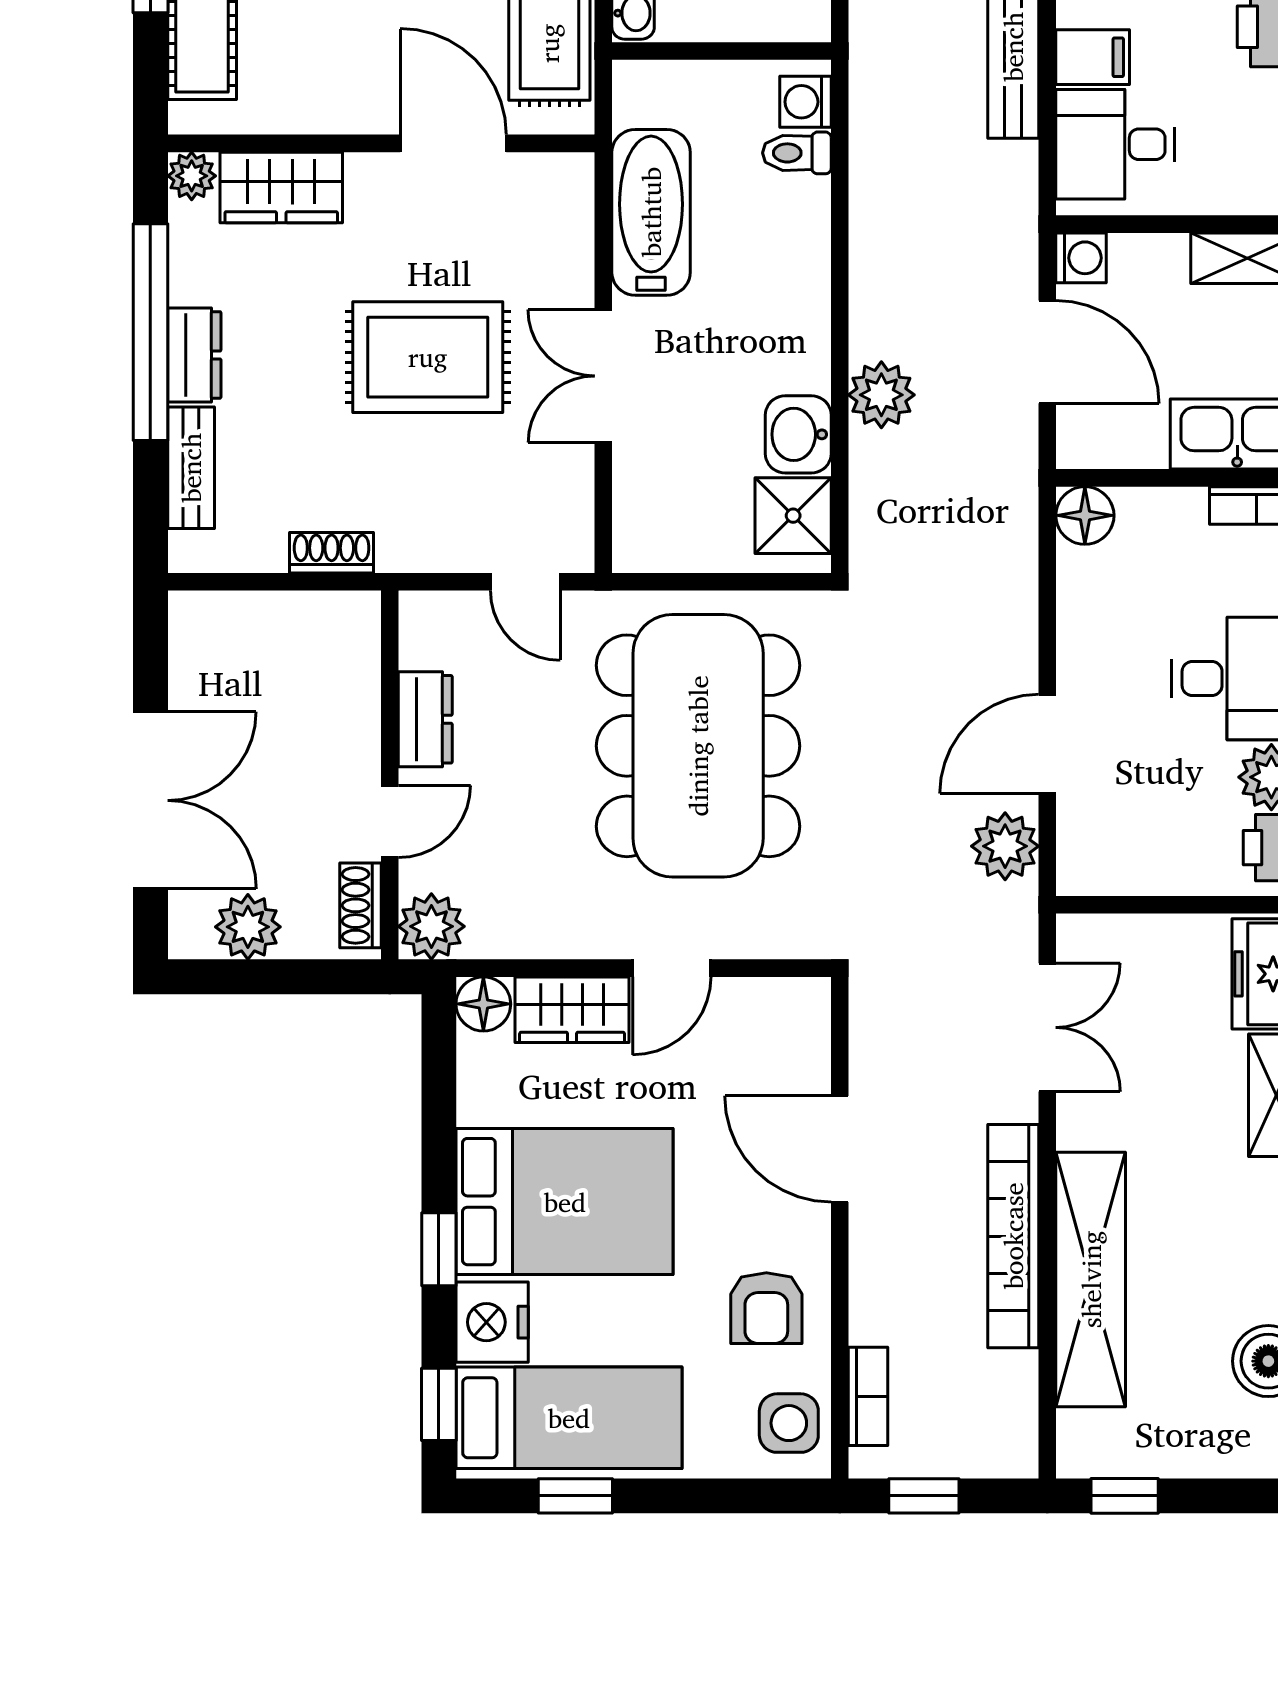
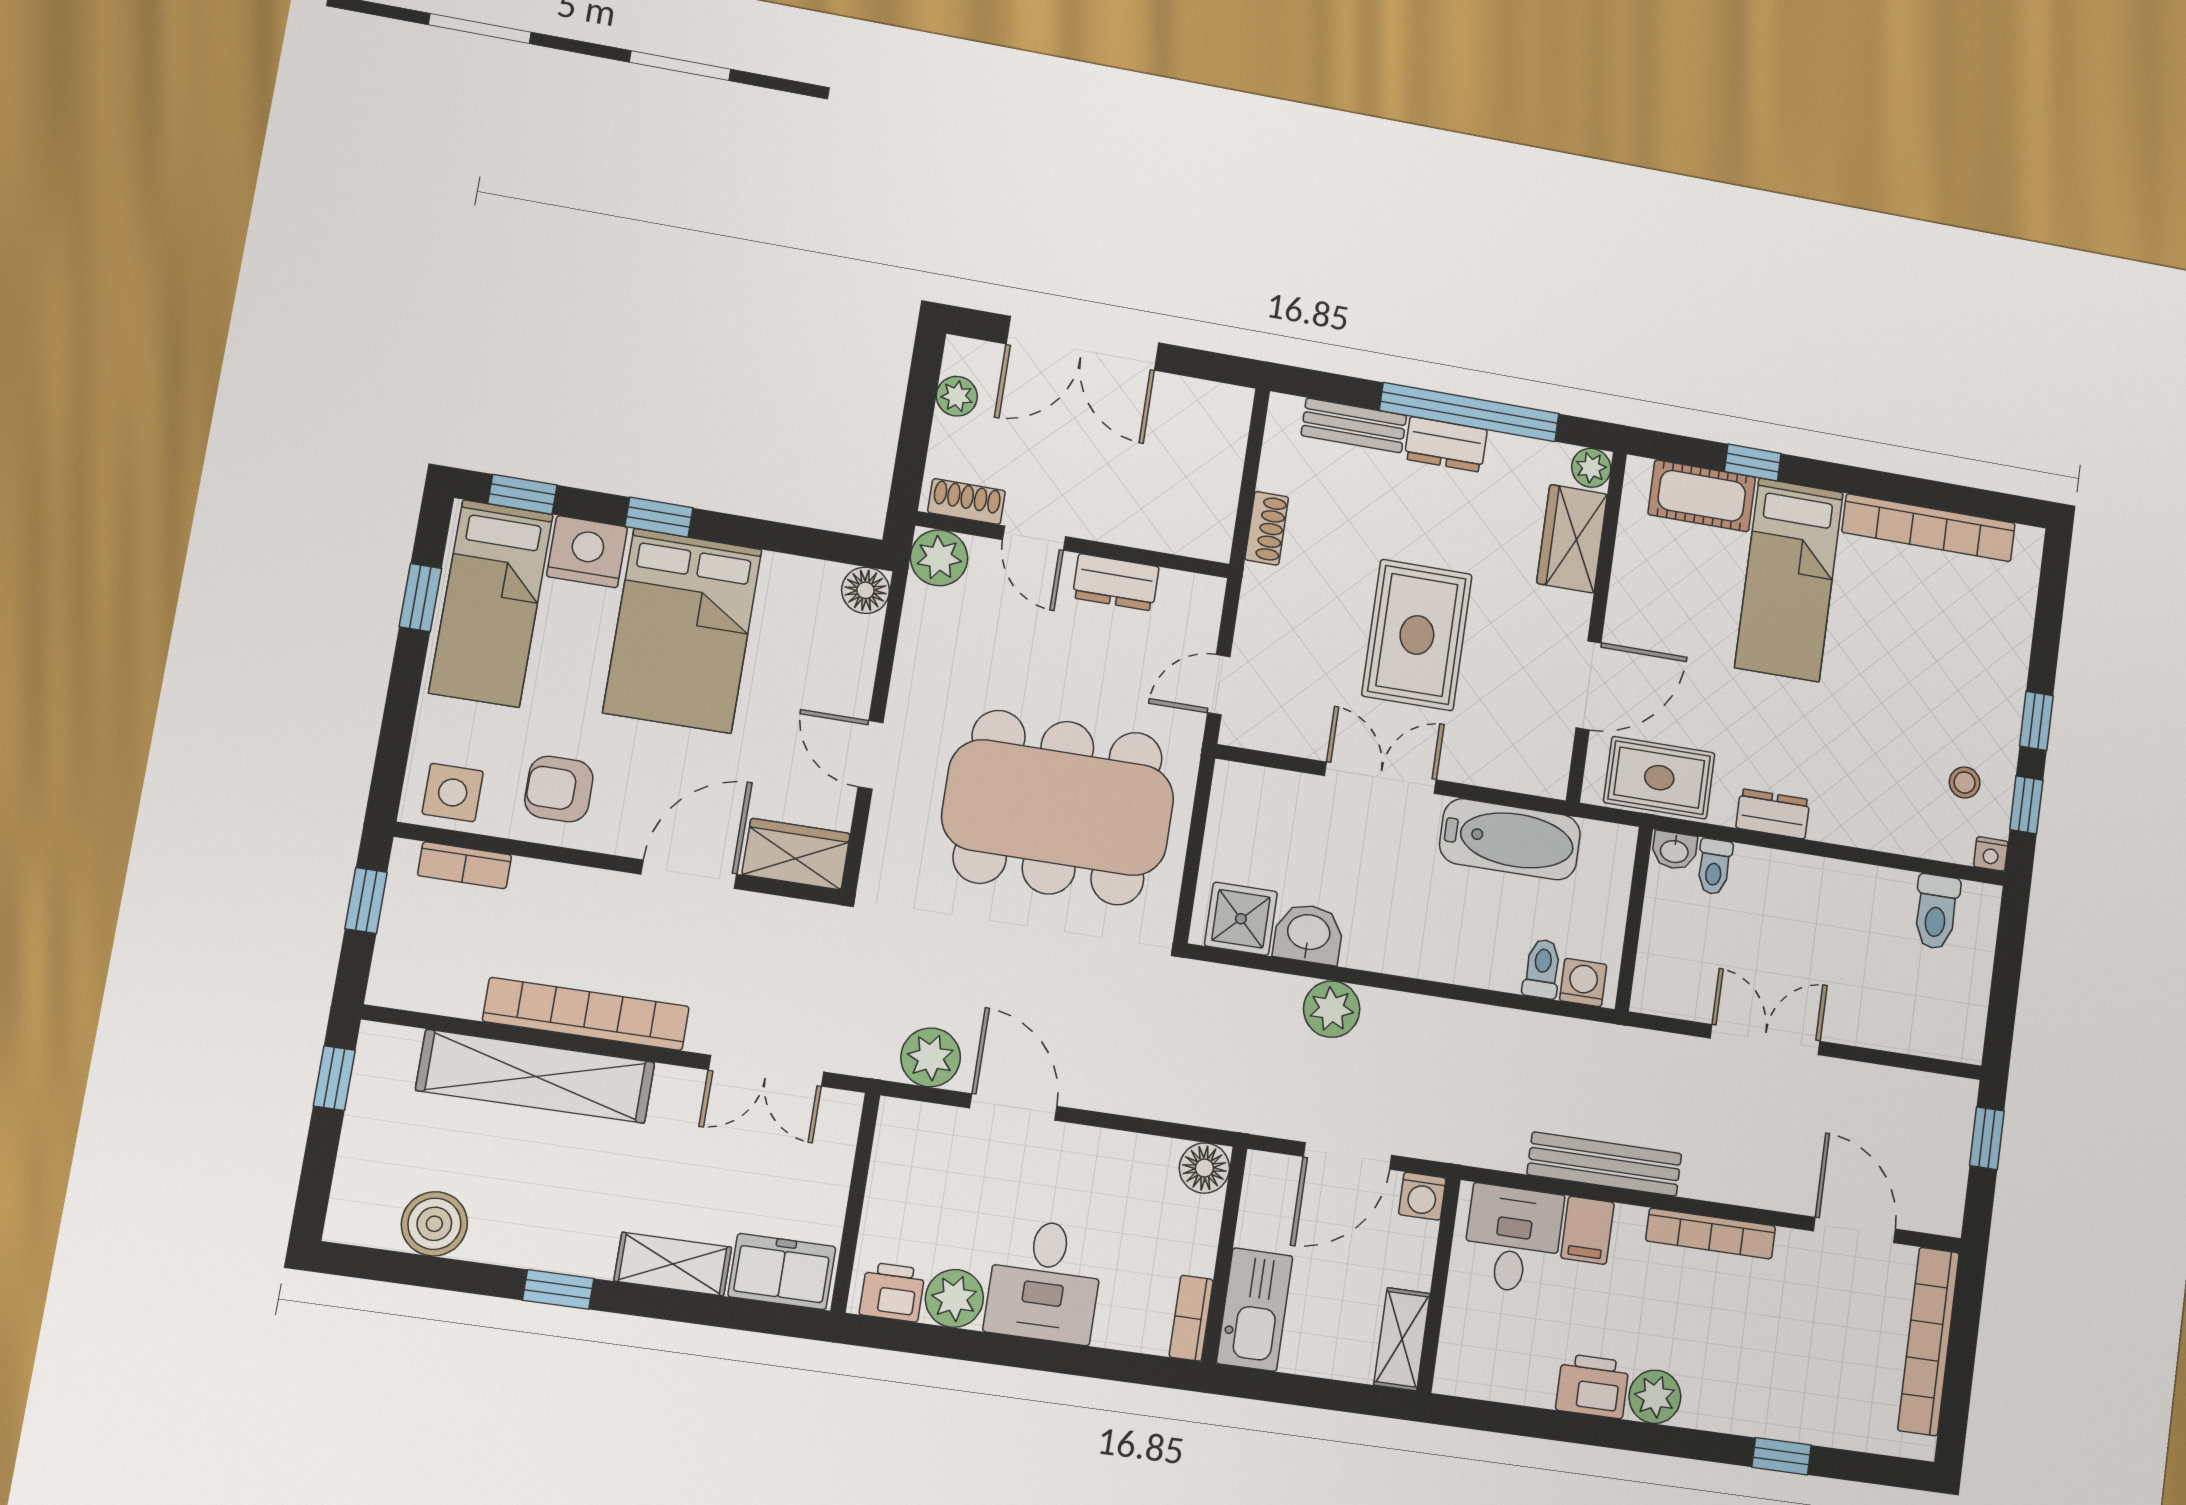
plant: (248, 927) -> (957, 396), width x0.73, depth x0.73
wardrobe: (572, 1010) -> (796, 854), moved, turned 90

